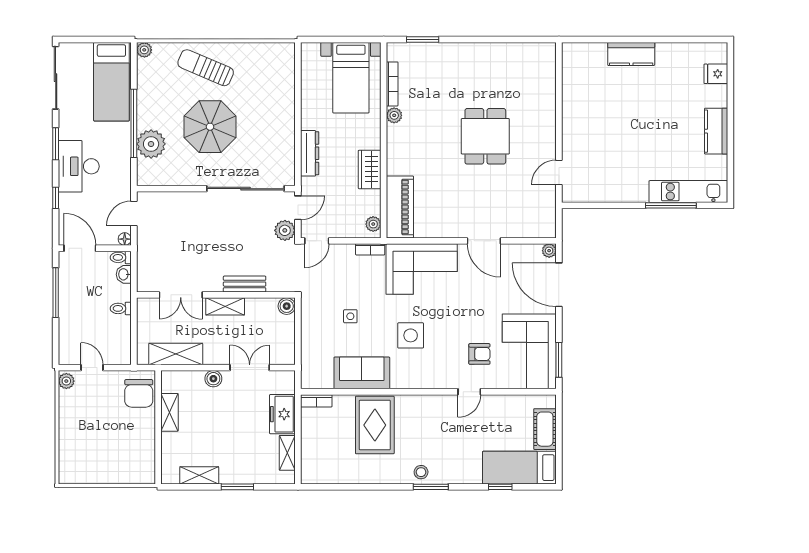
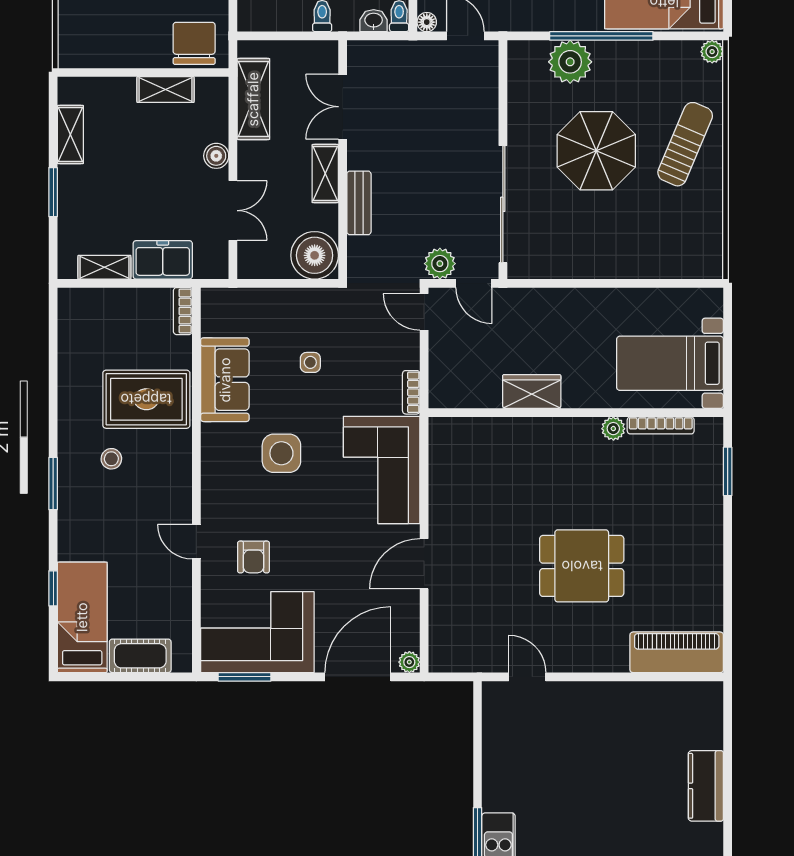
dresser: (310, 153) -> (556, 301), removed
piano: (400, 207) -> (677, 652), moved, turned 180
plant: (373, 224) -> (449, 397), removed
boiler: (287, 306) -> (315, 255), width x1.86, depth x1.86
chair: (139, 393) -> (194, 43), turned 90
stool: (421, 472) -> (111, 459), moved

